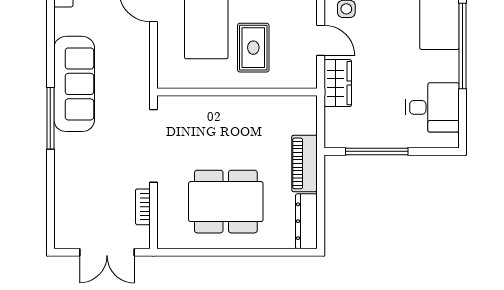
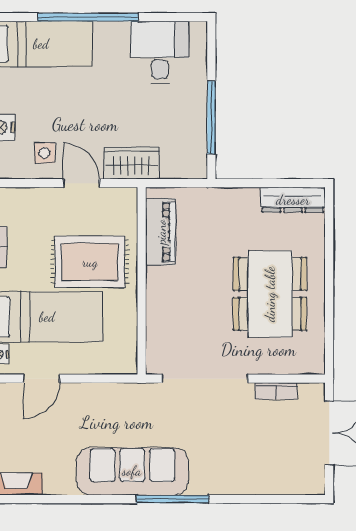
door: (321, 40) -> (81, 183), hinge flipped
rug: (253, 48) -> (90, 262), width x1.36, depth x1.43
piano: (304, 163) -> (161, 232), moved, turned -90

